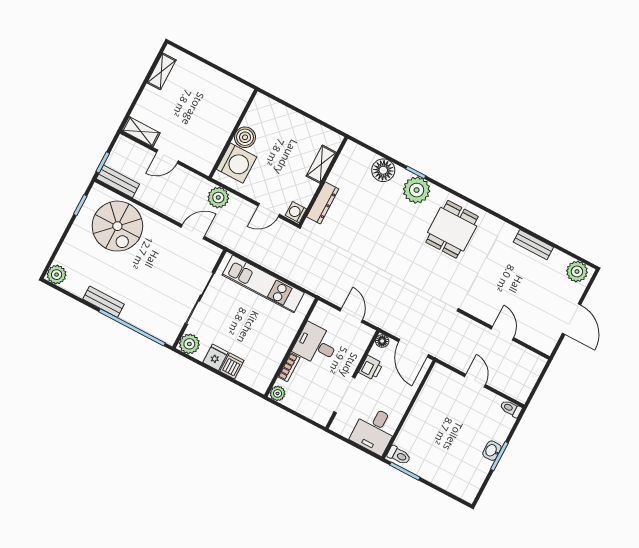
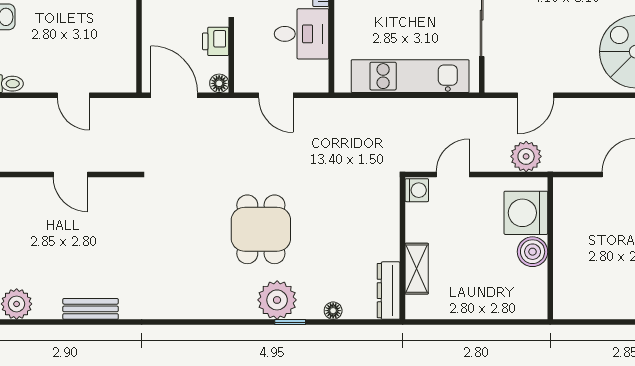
floor lamp: (383, 170) -> (333, 311), width x0.53, depth x0.53
dresser: (323, 203) -> (389, 291), moved
dining table: (452, 229) -> (261, 229), moved

